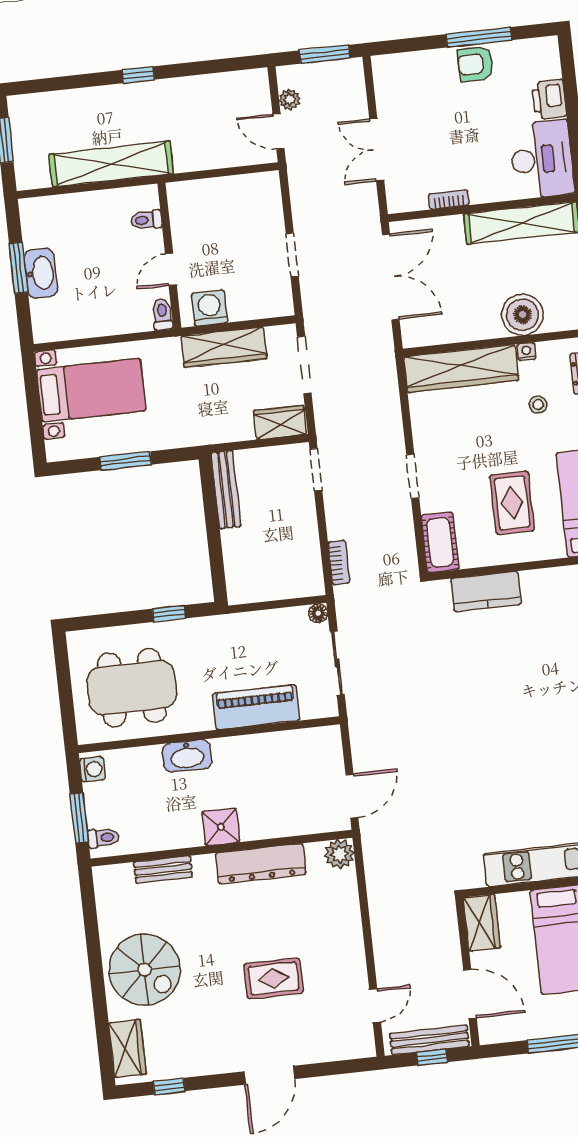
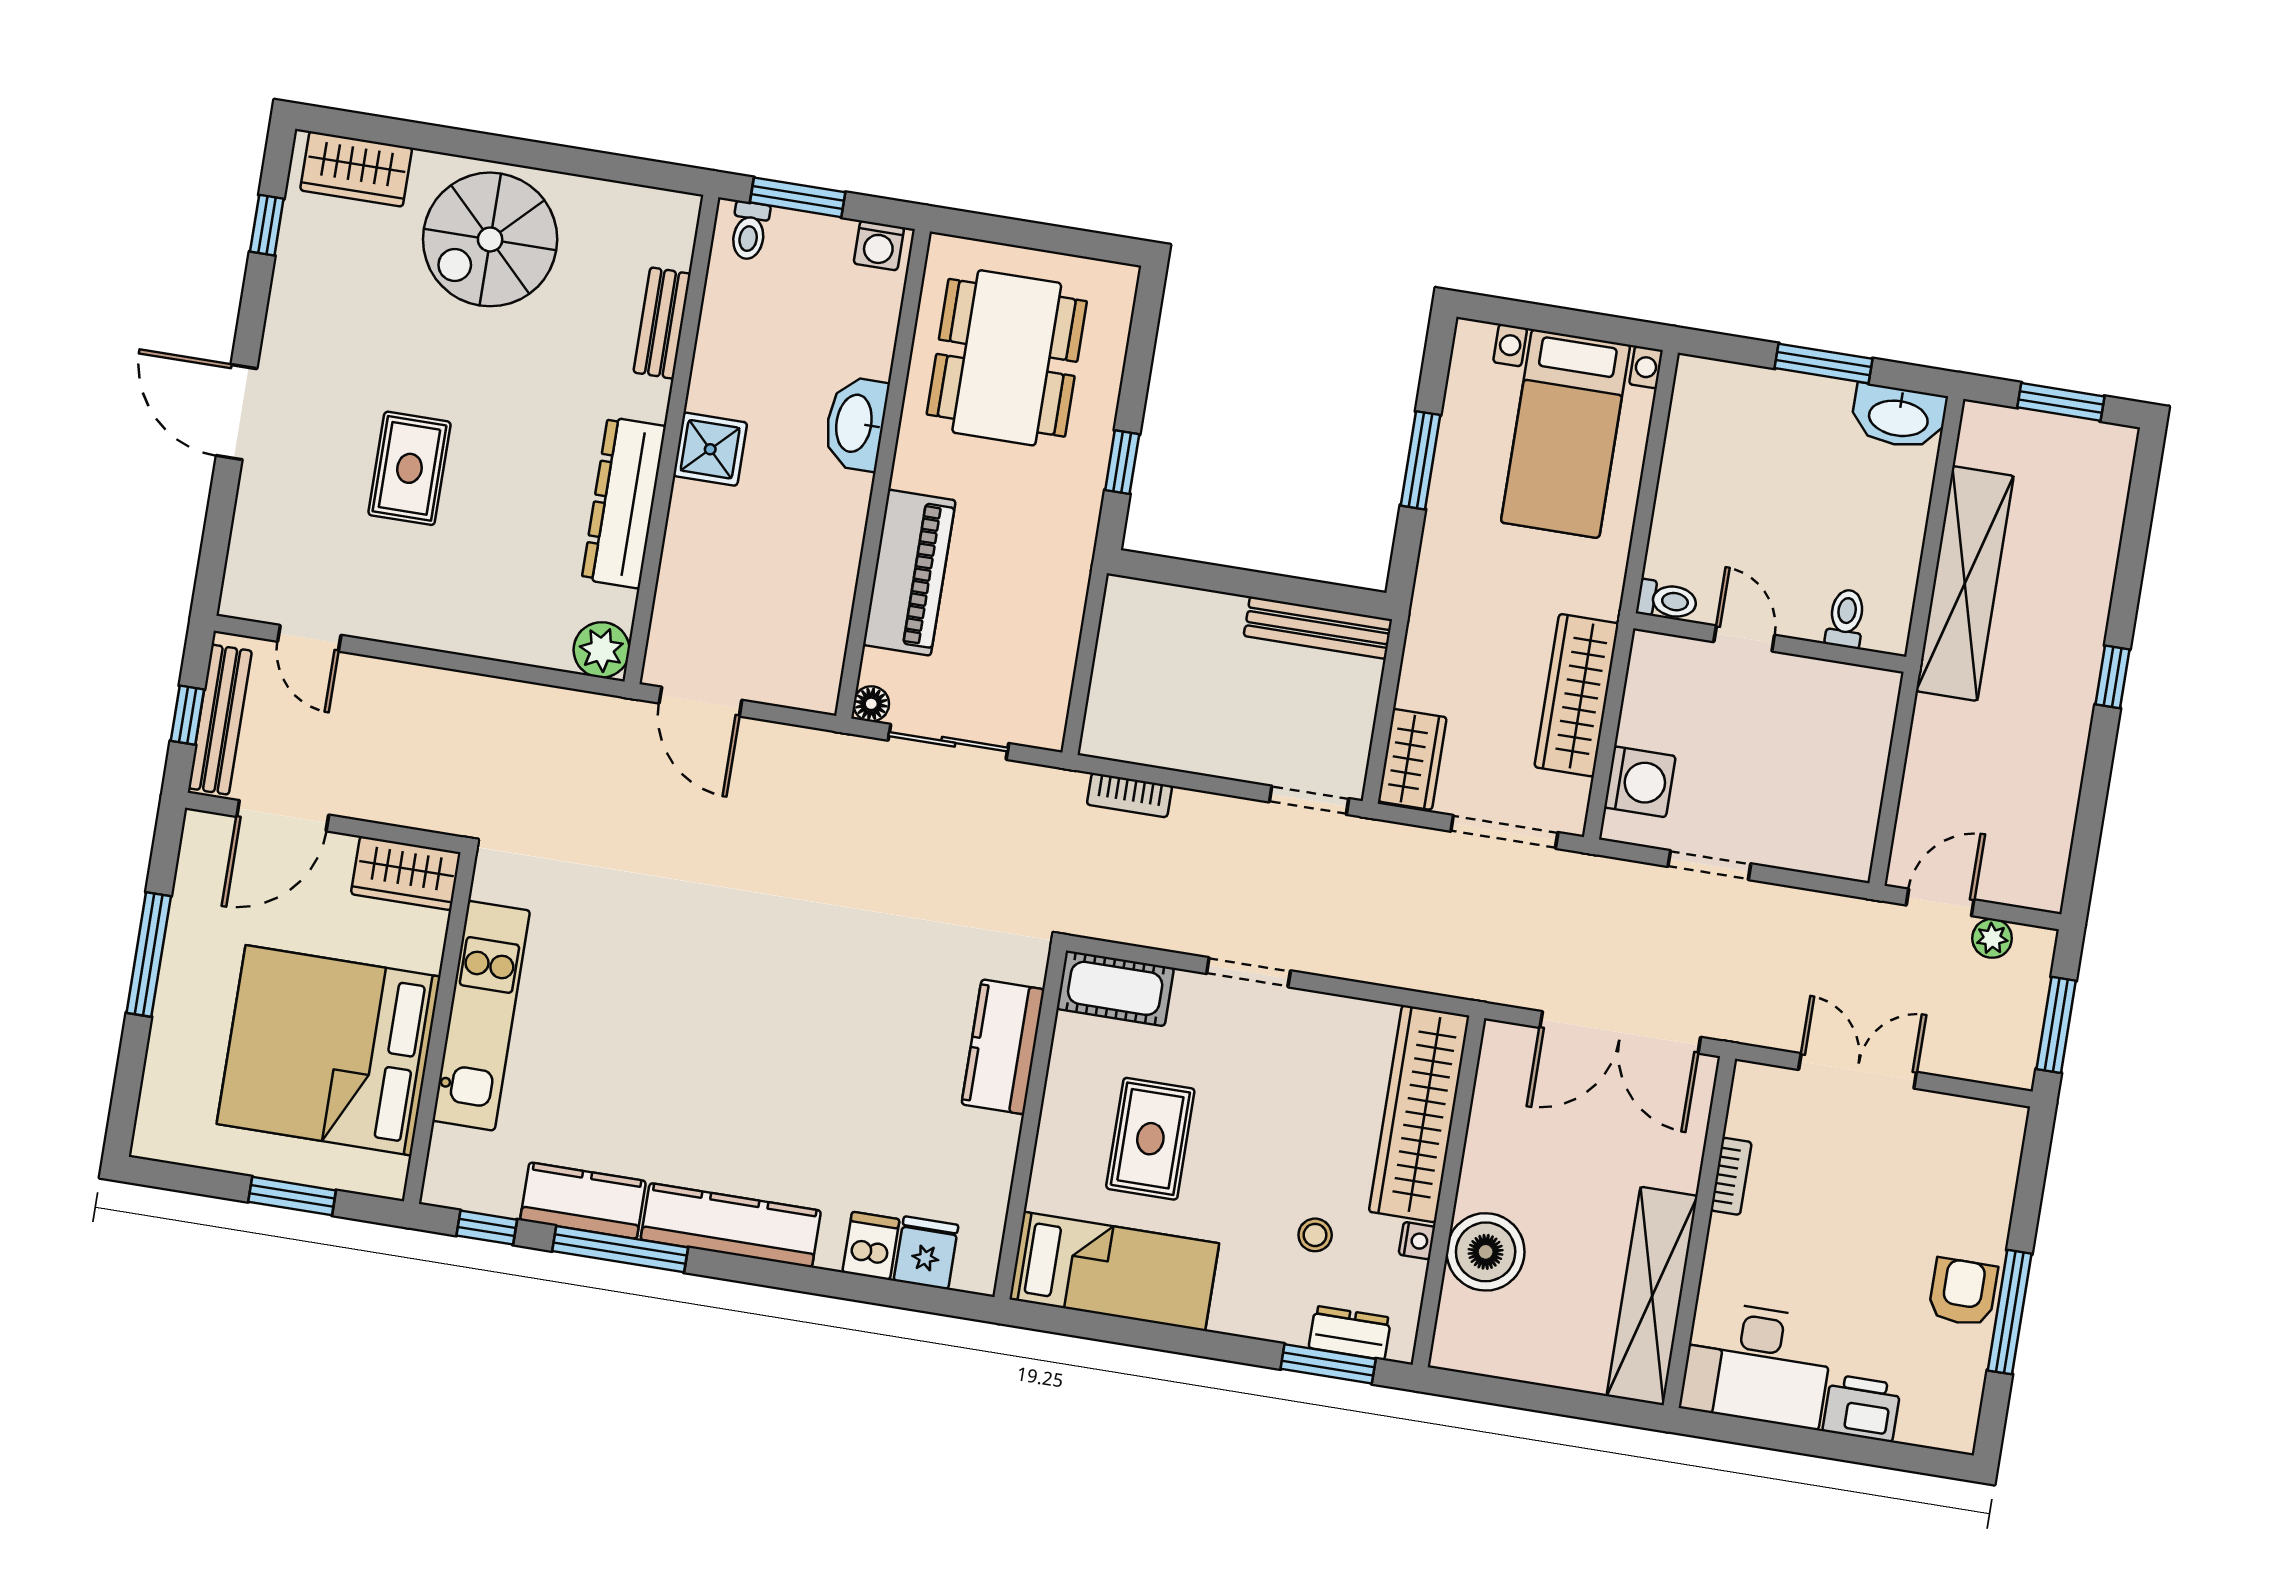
washbasin: (41, 273) -> (1899, 417), moved
washing machine: (209, 308) -> (1640, 782), moved
rug: (512, 503) -> (1150, 1139), turned 90
floor lamp: (318, 613) -> (871, 704), moved

